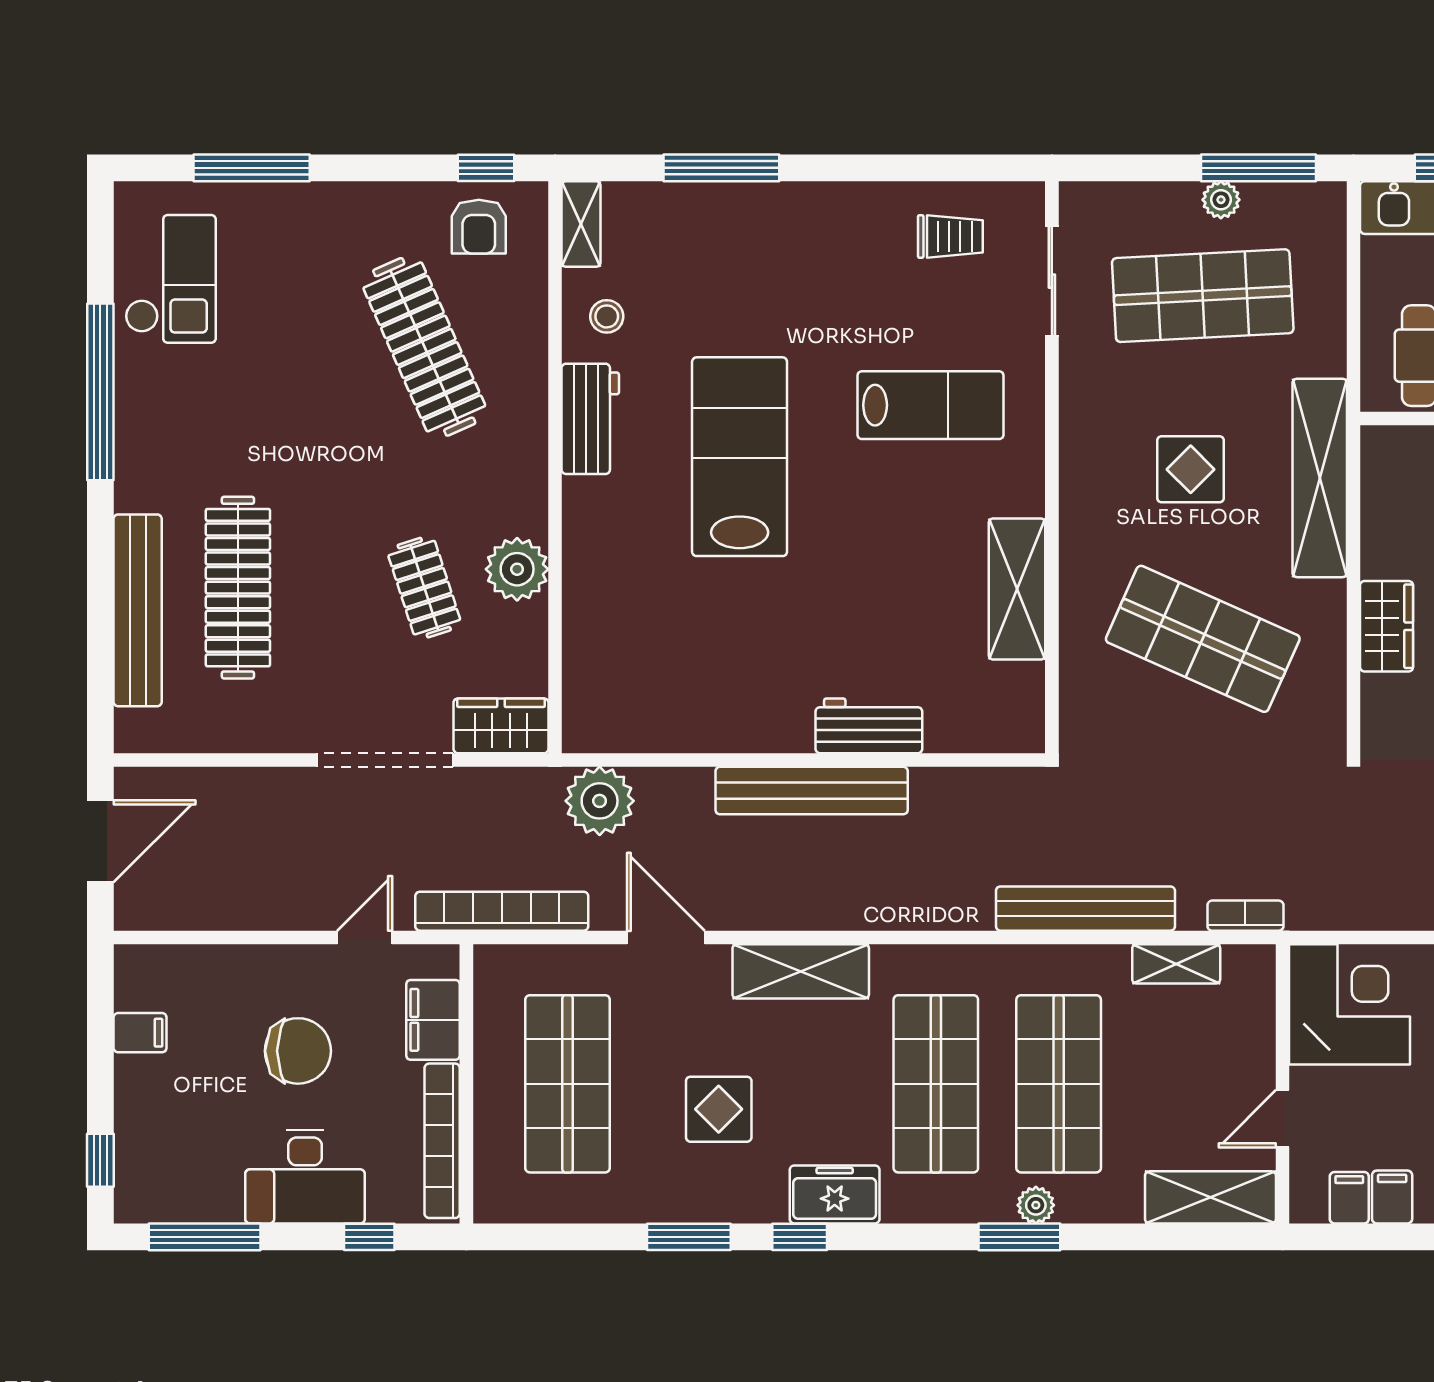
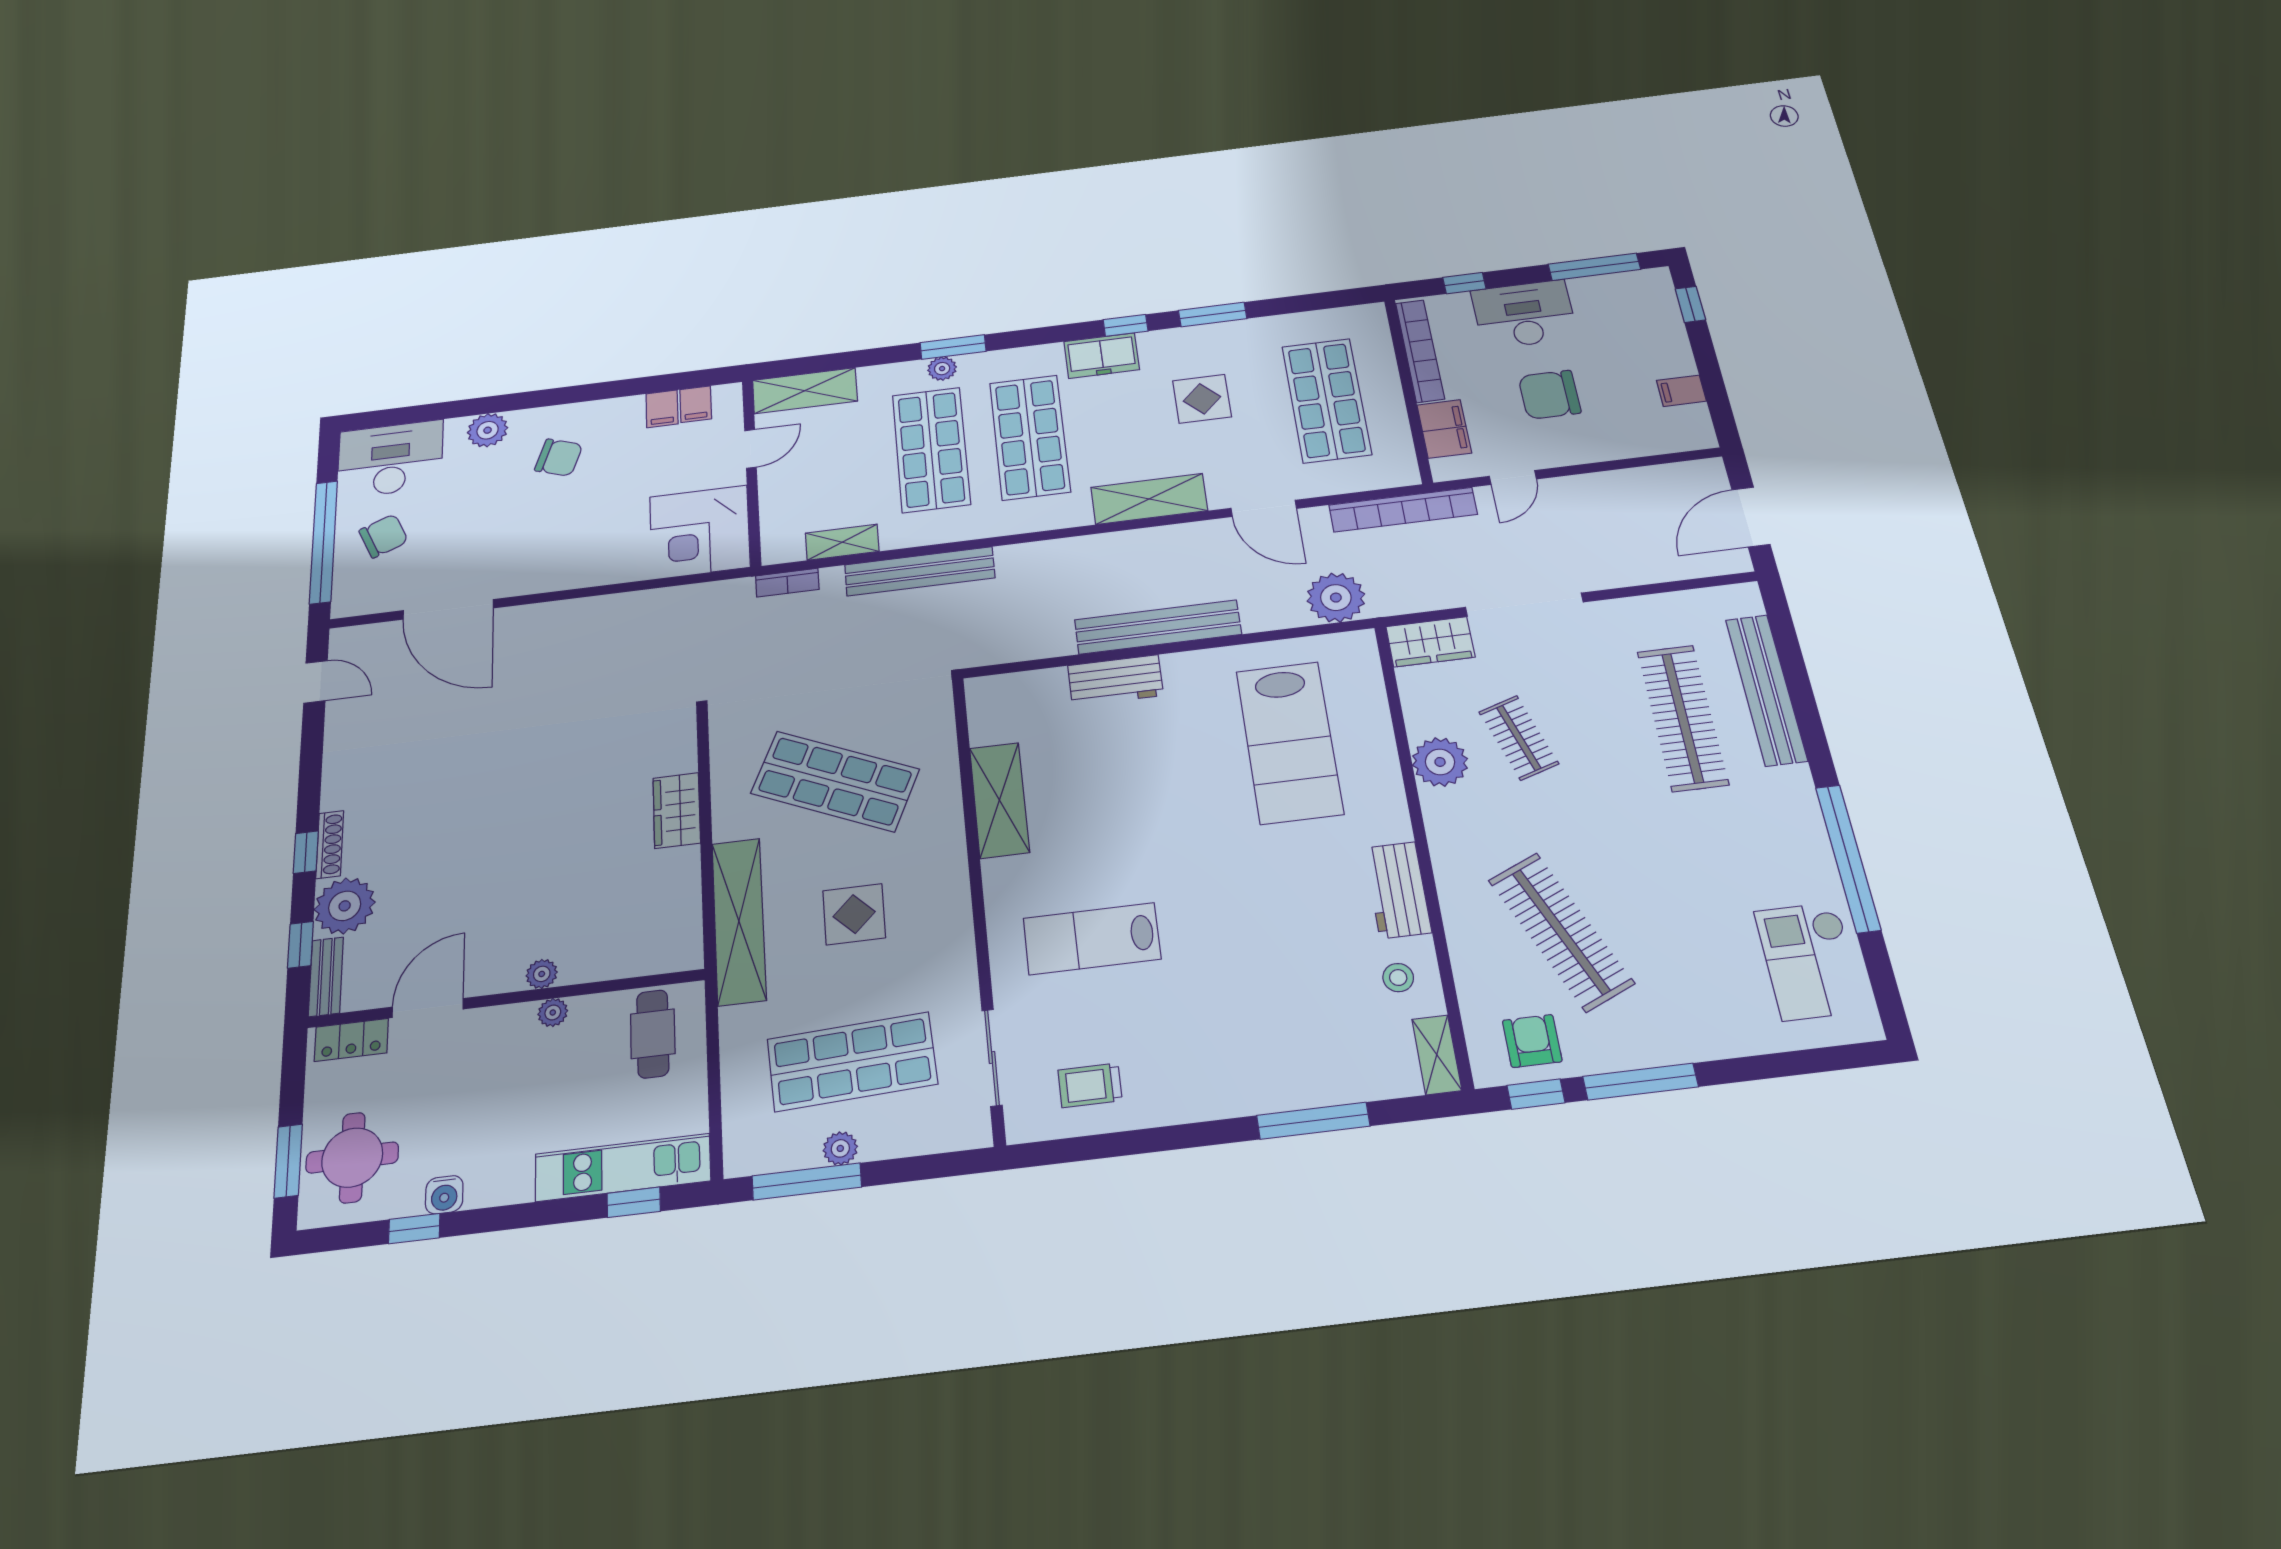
window: (252, 168) -> (1640, 1082), moved
lab bench: (740, 457) -> (1289, 742), moved

